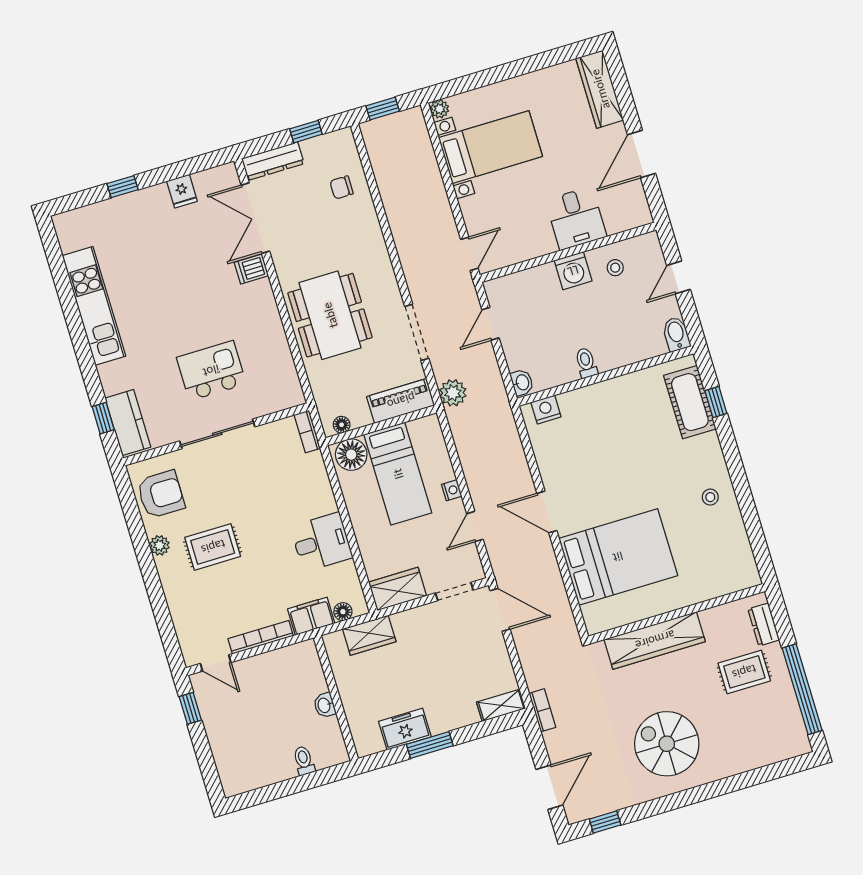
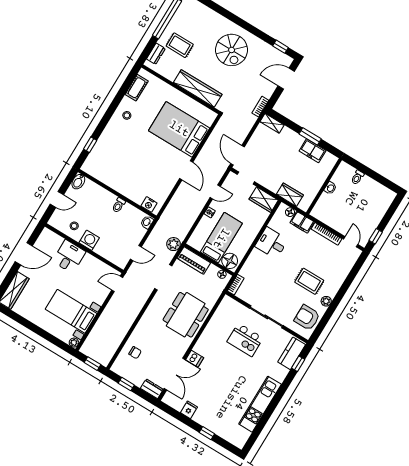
dresser: (273, 161) -> (152, 389), width x0.70
cot: (690, 402) -> (137, 88), moved, width x0.73, depth x0.75

